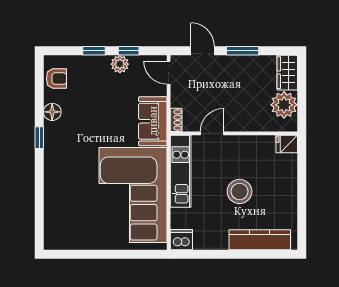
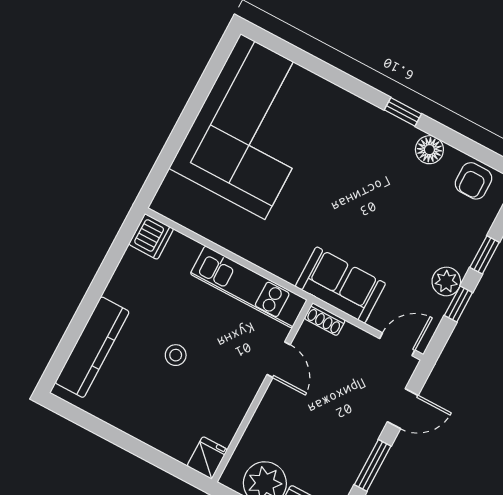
stool: (240, 191) -> (176, 355), width x0.53, depth x0.53
corner sofa: (133, 195) -> (253, 127), moved, turned 90

